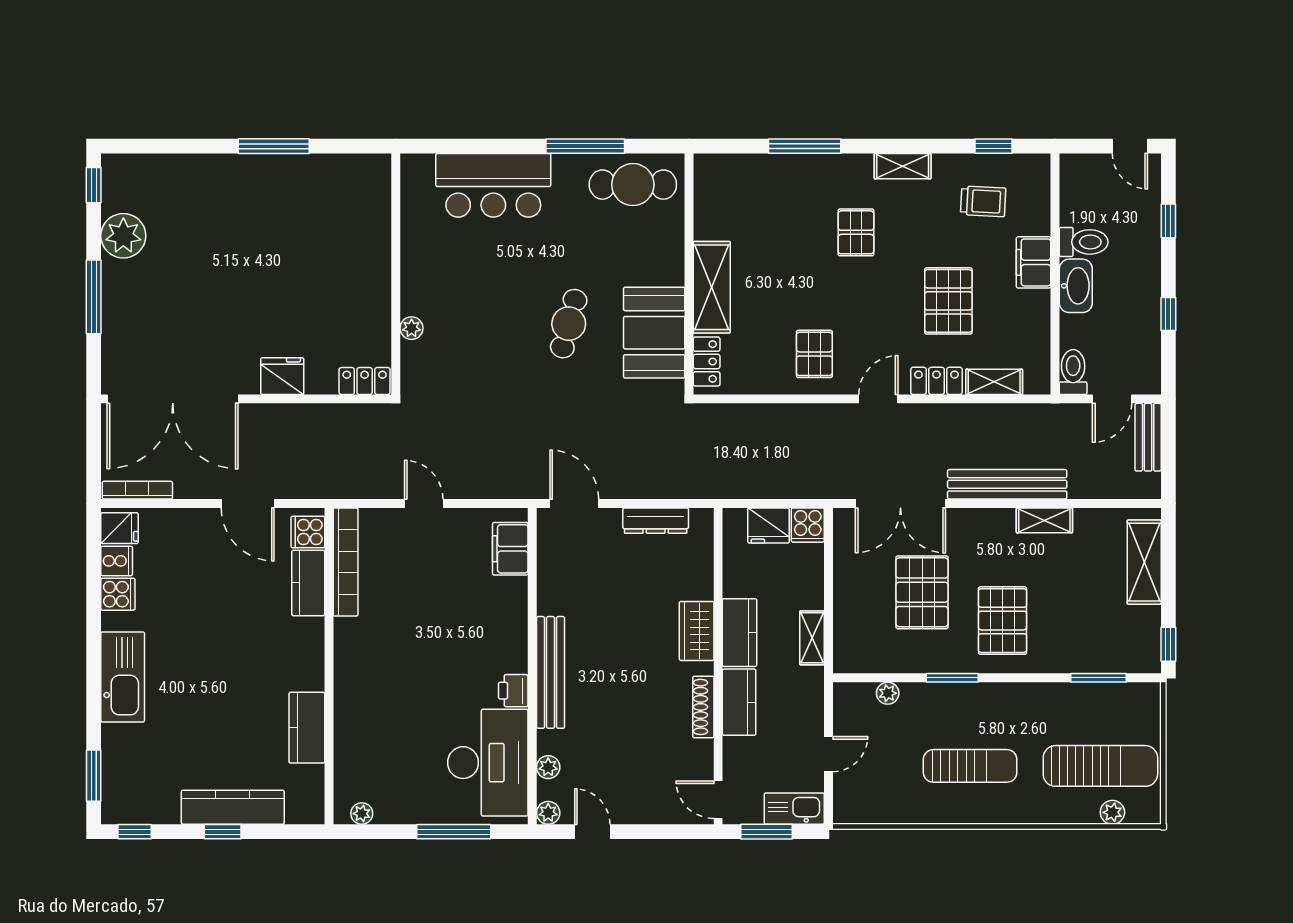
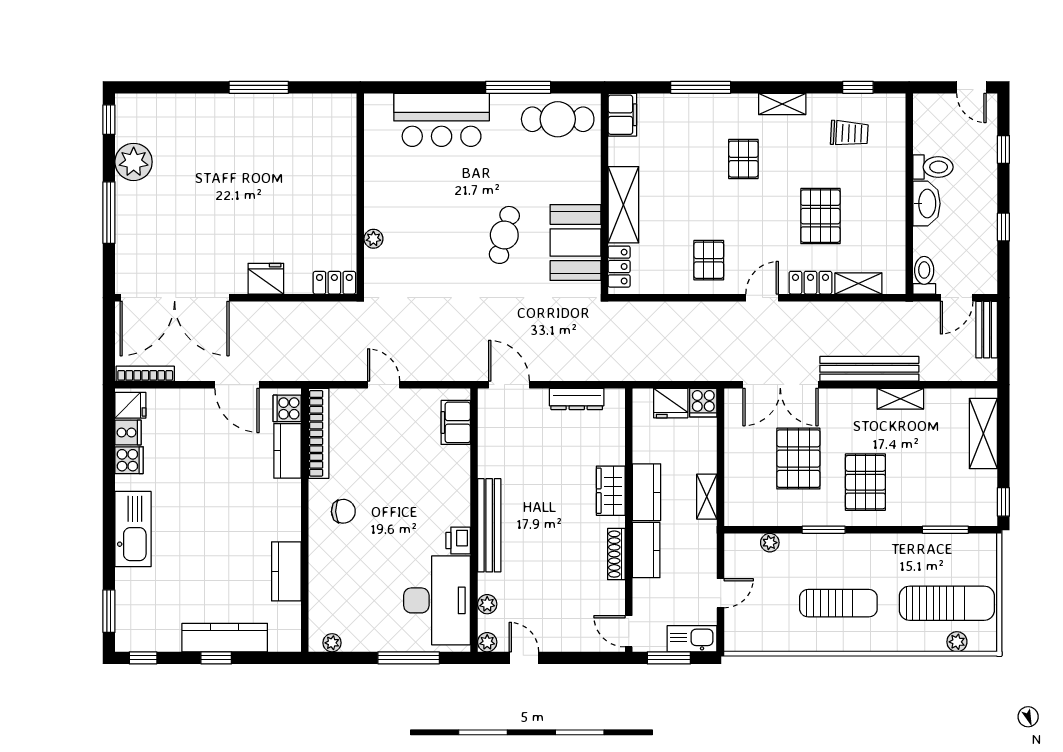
filing cabinet: (1034, 262) -> (622, 115), moved, turned 180
chair: (375, 656) -> (343, 511), added

